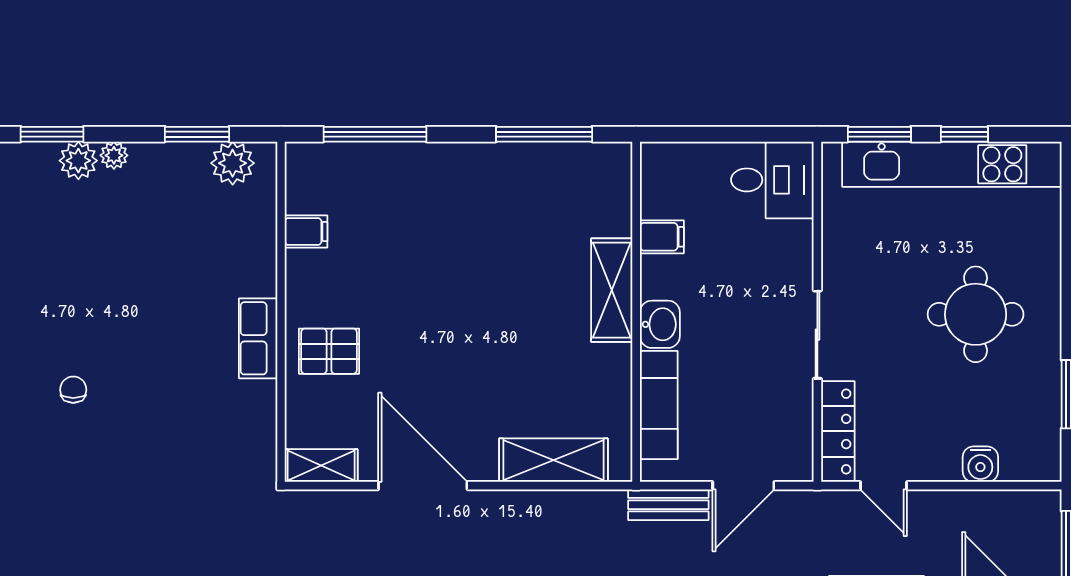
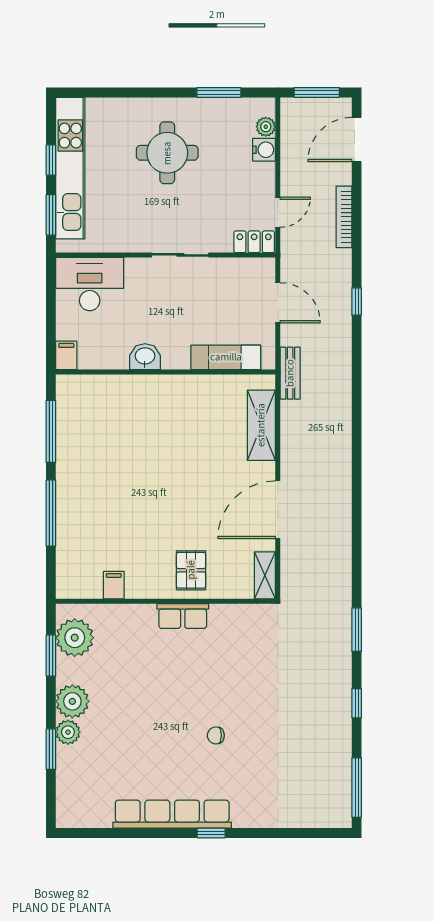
window: (375, 134) -> (51, 513), moved
plant: (114, 155) -> (72, 701), width x1.88, depth x1.88
plant: (233, 163) -> (75, 638), width x1.36, depth x1.36
desk: (772, 180) -> (90, 284), width x1.37
filing cabinet: (662, 237) -> (66, 355), moved
shelving: (612, 290) -> (152, 388), removed
washbasin: (660, 324) -> (145, 357), moved
locker: (838, 431) -> (254, 242), width x0.66
plant: (1016, 467) -> (266, 127), added
bench: (668, 505) -> (290, 373), moved

